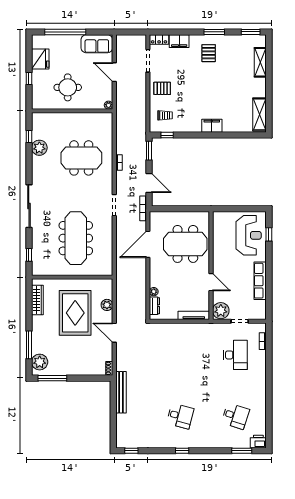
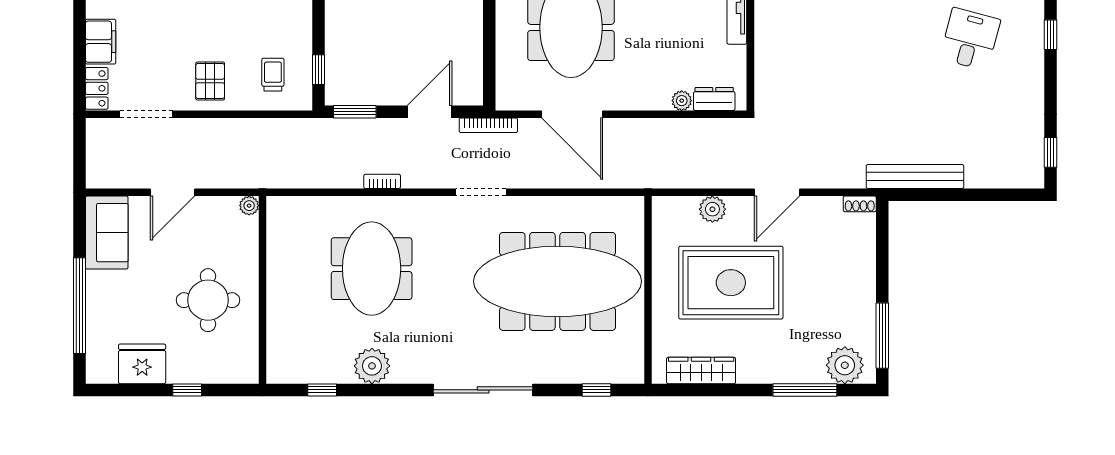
plant: (39, 148) -> (372, 366), moved
meeting table: (76, 238) -> (558, 281), width x1.36, depth x1.27

